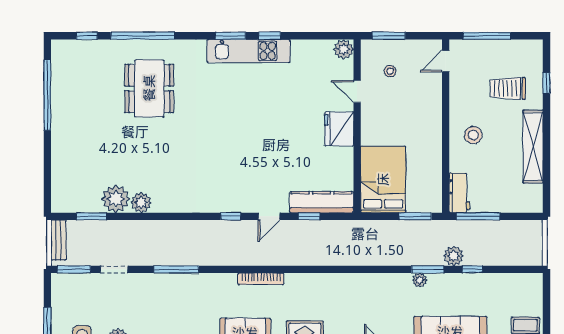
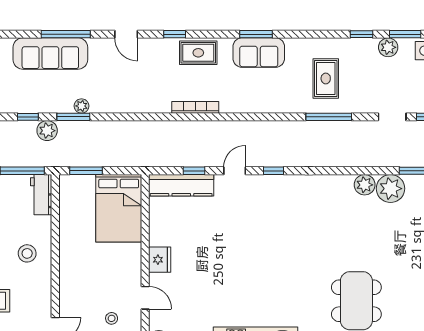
fridge: (339, 129) -> (160, 260), width x0.73, depth x0.75
bookcase: (261, 279) -> (195, 107), moved
rug: (179, 307) -> (326, 78), added

